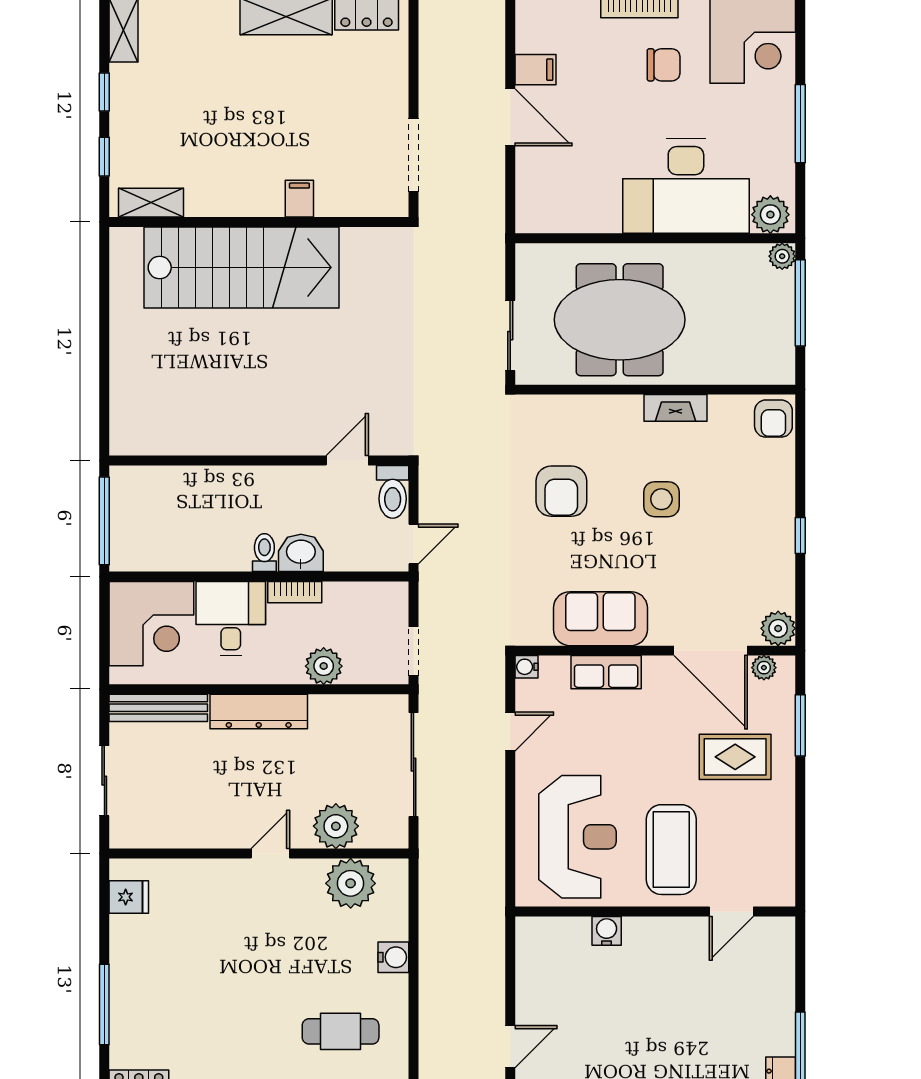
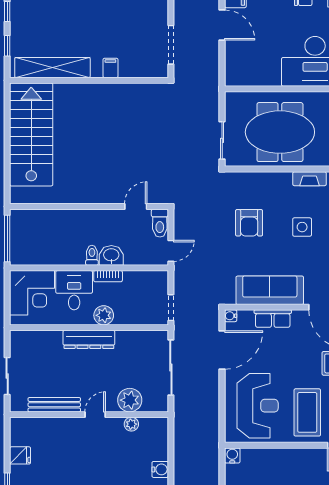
shelving: (151, 203) -> (52, 68), width x2.20, depth x1.33
stairs: (241, 267) -> (31, 134), moved, turned -90
sofa: (600, 619) -> (270, 290), width x1.36
plant: (324, 666) -> (104, 315), moved
bench: (158, 708) -> (54, 405), moved
door: (510, 731) -> (222, 350), width x1.87
plant: (351, 883) -> (131, 424), width x0.53, depth x0.53
fridge: (129, 897) -> (20, 455), moved
water cooler: (607, 931) -> (232, 456), moved

